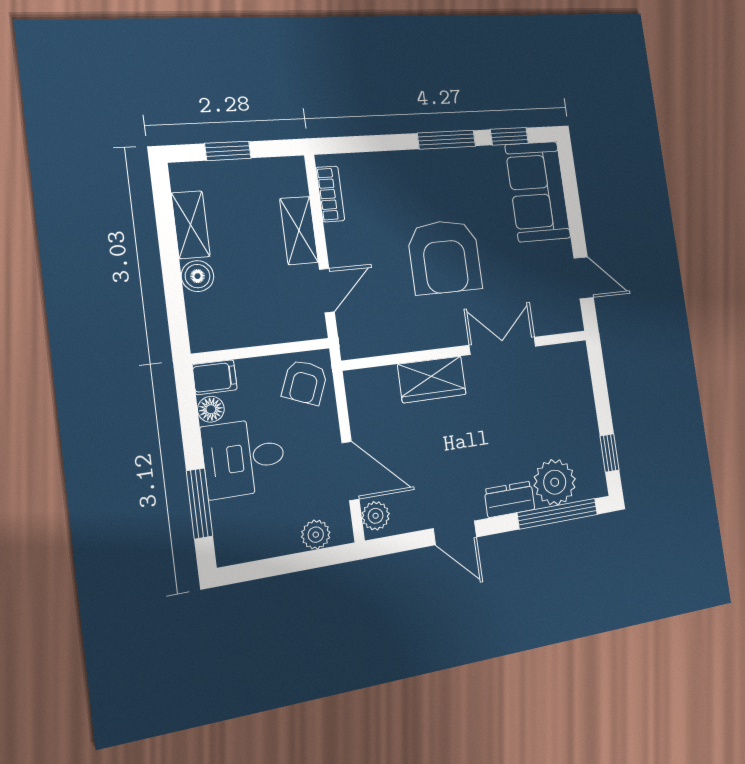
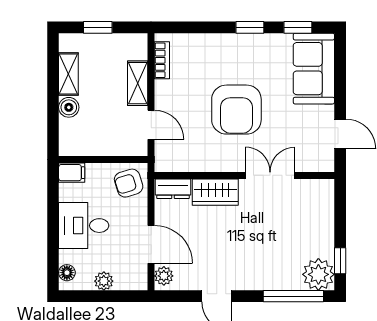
window: (447, 140) -> (250, 27), width x0.67
door: (327, 290) -> (151, 125), hinge flipped
armchair: (305, 382) -> (129, 183), turned 51
floor lamp: (211, 409) -> (67, 273), moved
plant: (555, 482) -> (318, 274), moved
dresser: (510, 499) -> (173, 189), moved, turned 180
window: (199, 503) -> (53, 249), removed
plant: (316, 535) -> (104, 281), moved

